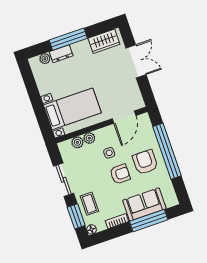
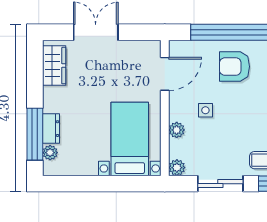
window: (68, 39) -> (35, 134), moved
door: (124, 117) -> (165, 74), hinge flipped
plant: (77, 142) -> (177, 168), moved
armchair: (120, 174) -> (239, 106), removed

